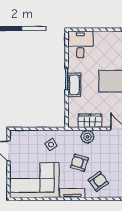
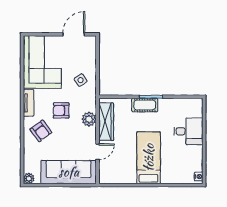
desk: (80, 44) -> (188, 131), moved
wardrobe: (90, 121) -> (106, 122), width x1.50
armchair: (79, 163) -> (61, 110), turned -108

